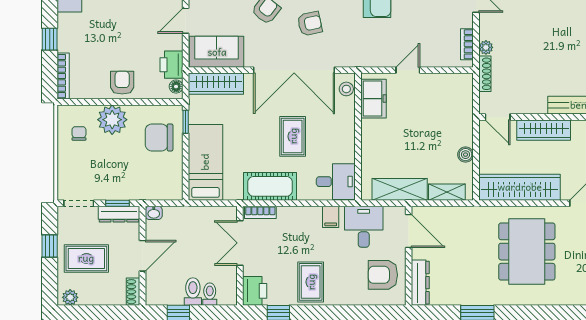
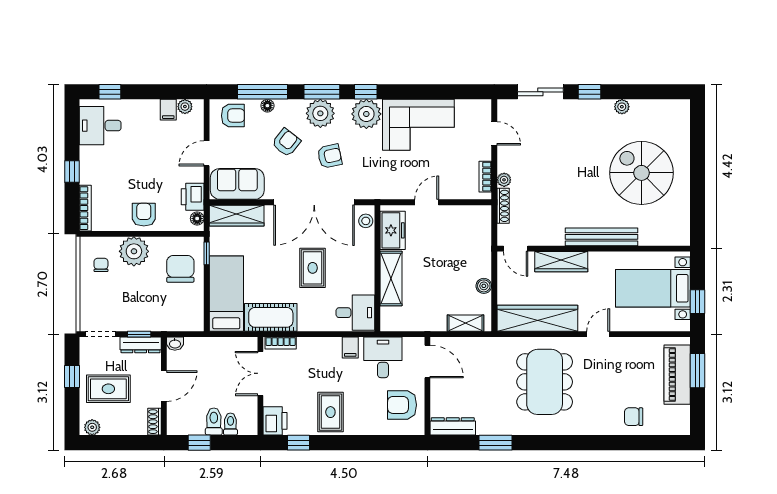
chair: (159, 137) -> (180, 269), turned 90
cot: (270, 186) -> (271, 317), moved
shelving: (400, 189) -> (391, 278), moved, turned 90
dresser: (420, 283) -> (453, 426), moved, turned -90

